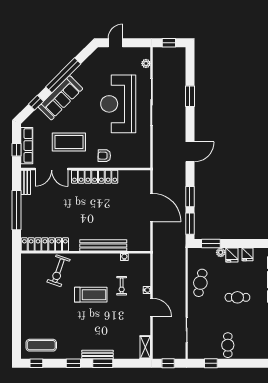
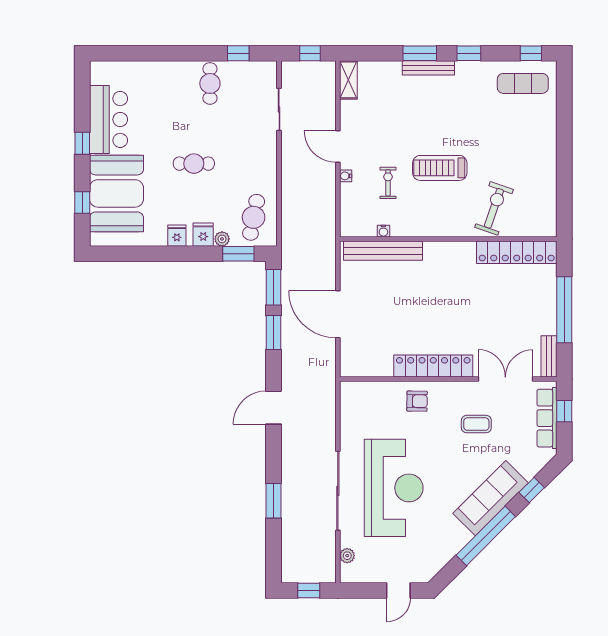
coffee table: (69, 142) -> (476, 424), width x0.54, depth x0.58
bench: (103, 245) -> (383, 251), moved
cafe table: (200, 283) -> (254, 217), moved

